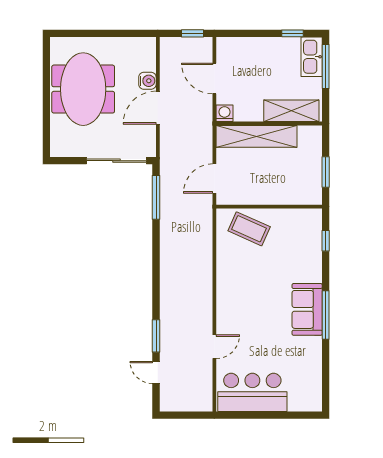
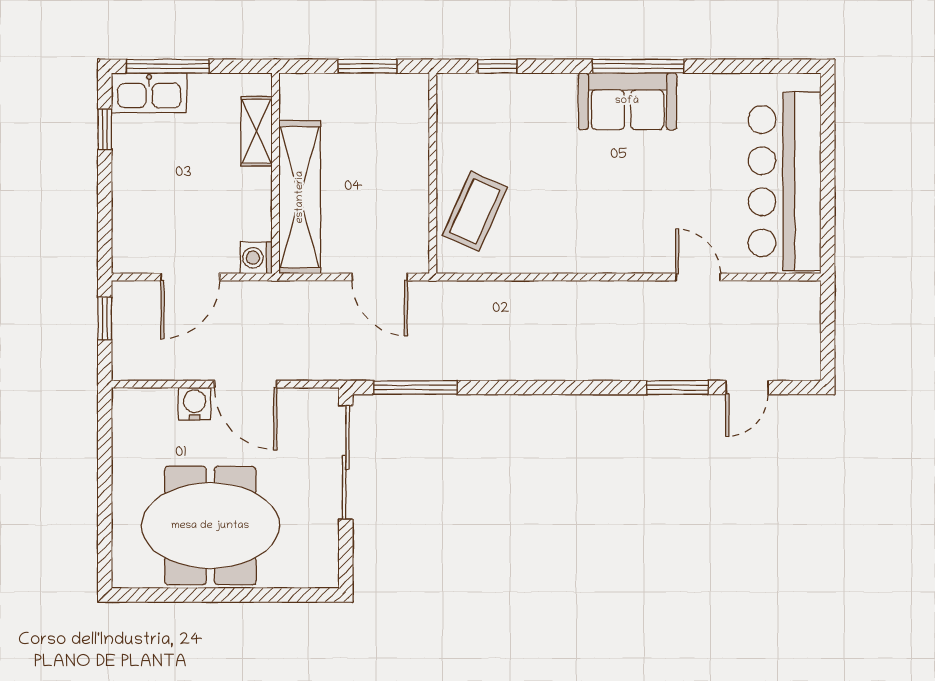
shelving: (291, 111) -> (257, 131), width x0.67, depth x0.75
bar counter: (252, 392) -> (785, 181), width x1.36

